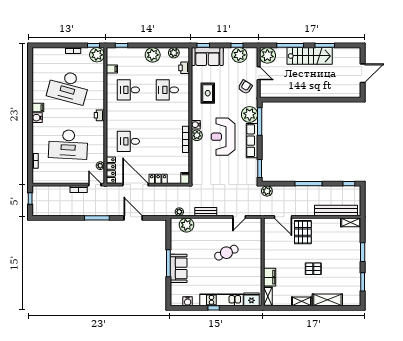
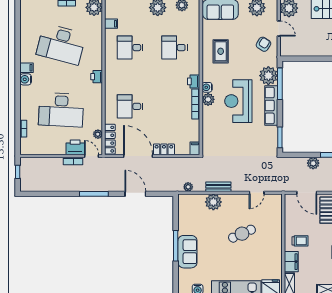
printer: (184, 68) -> (194, 81), moved
printer: (81, 177) -> (75, 147), added
plant: (267, 191) -> (313, 163), moved
plant: (187, 225) -> (213, 202), moved
trolley: (277, 259) -> (300, 241), added

